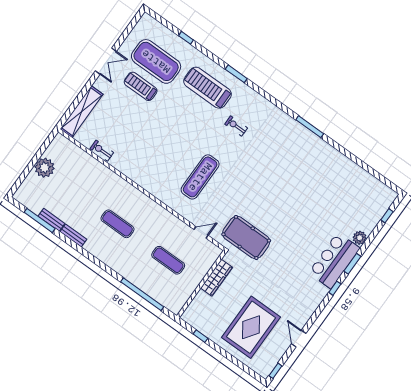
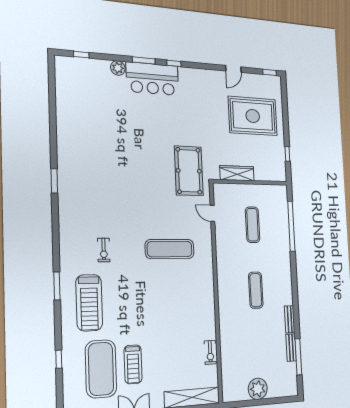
window: (310, 127) -> (54, 181), width x0.69

